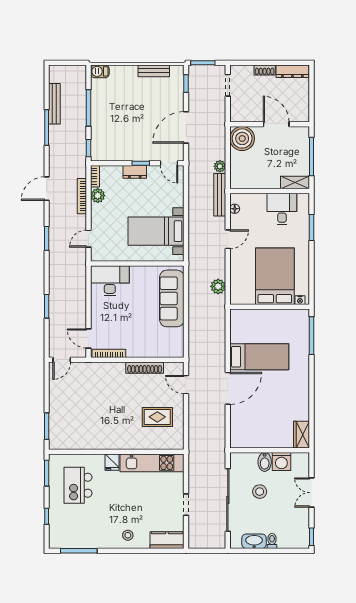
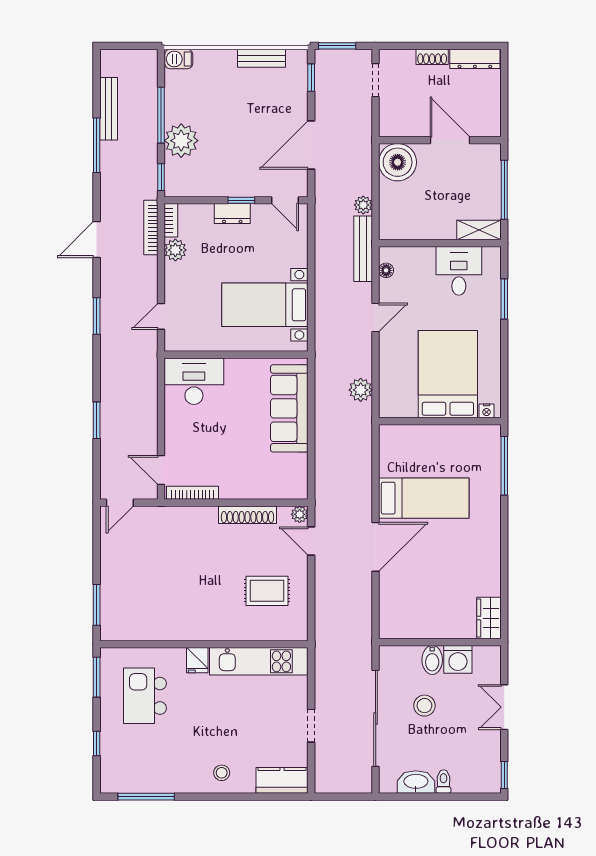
plant: (102, 124) -> (181, 141), added
bookcase: (82, 196) -> (151, 228), moved
plant: (178, 367) -> (300, 514), added

